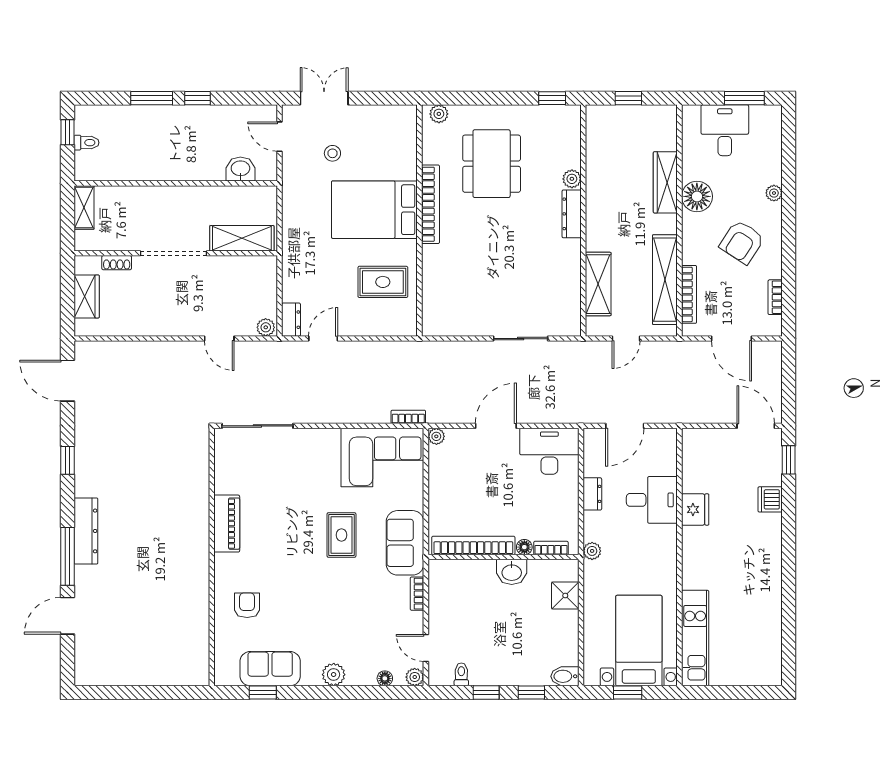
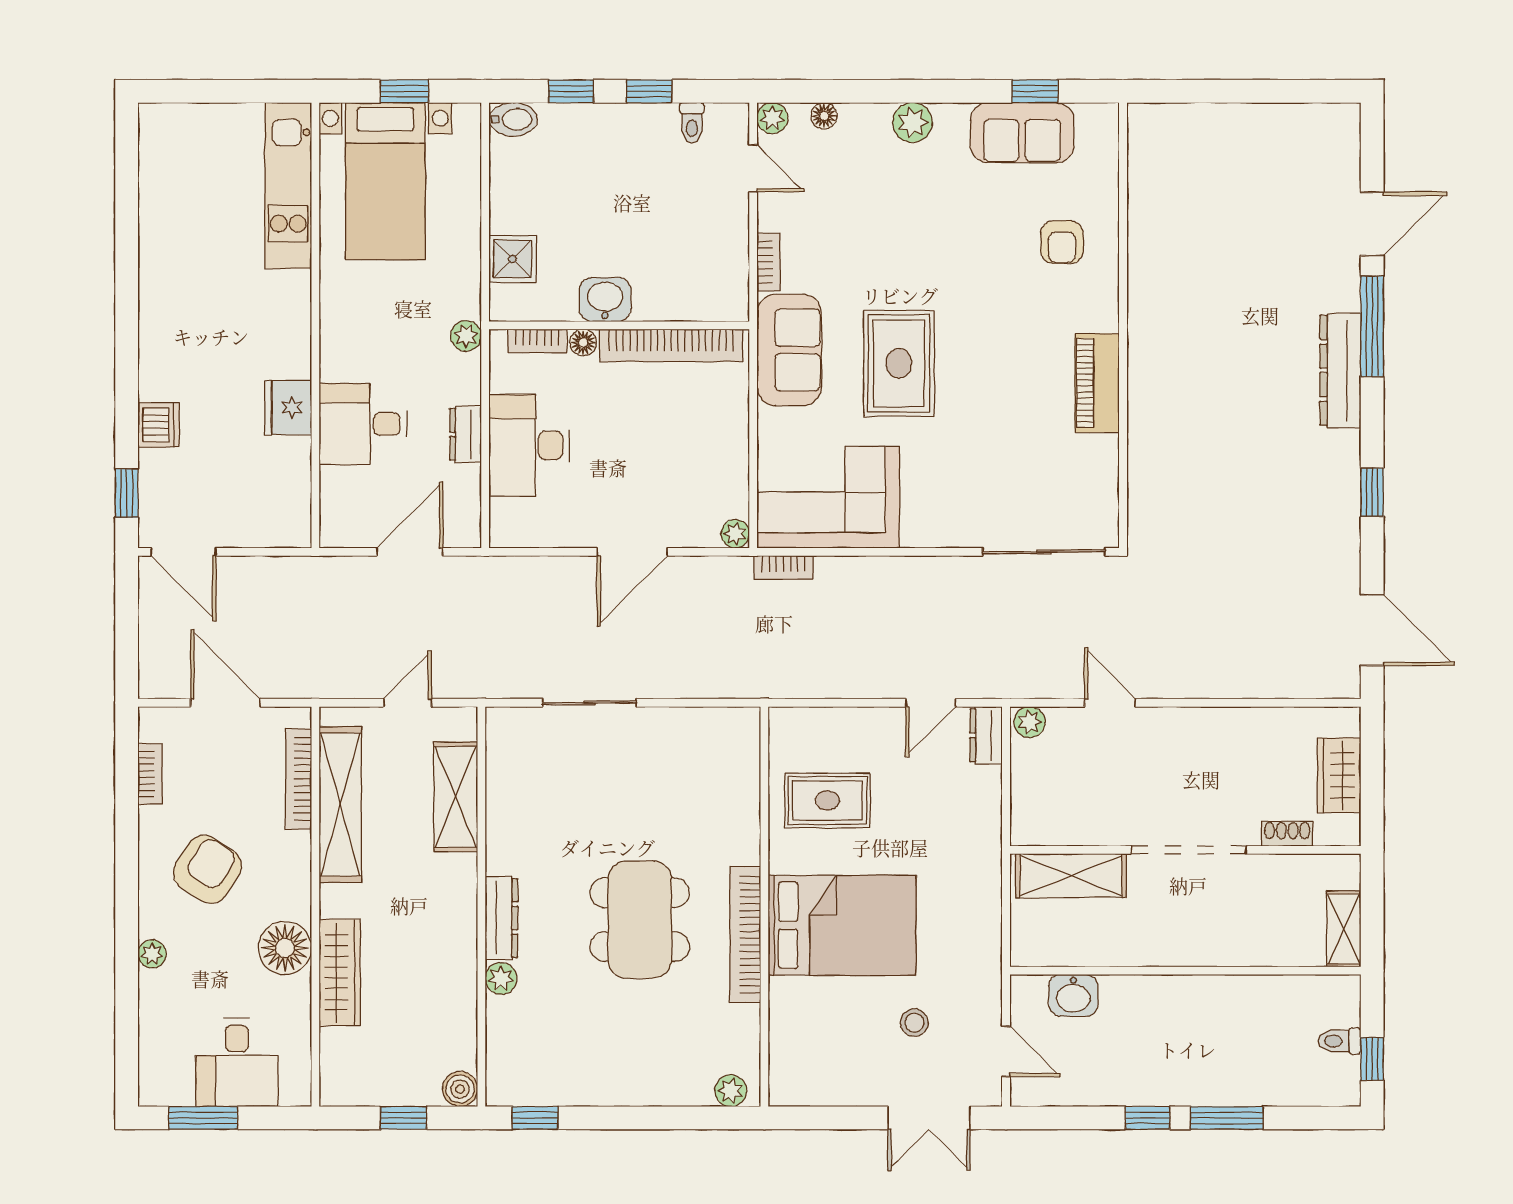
boiler: (596, 115) -> (460, 1089), added
dining table: (492, 164) -> (640, 920), moved
desk: (549, 451) -> (529, 445), moved, turned 90
rug: (341, 535) -> (899, 363), width x1.36, depth x1.43

